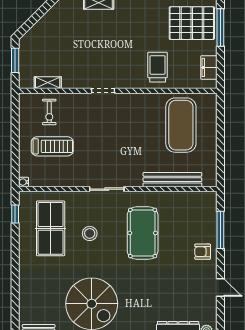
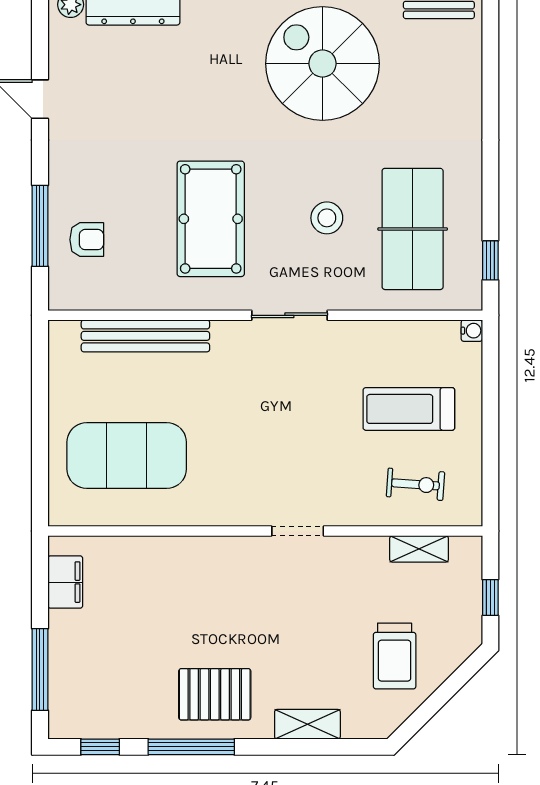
pallet: (192, 23) -> (215, 694), moved, width x0.73, depth x0.71
window: (15, 60) -> (490, 597), width x0.67
trolley: (158, 67) -> (395, 656), moved
exercise bike: (49, 112) -> (416, 484), turned 94
exercise mat: (181, 125) -> (127, 456), turned 90
armchair: (203, 252) -> (87, 240), moved

